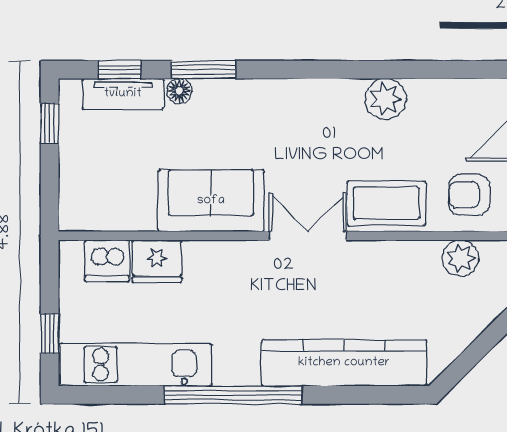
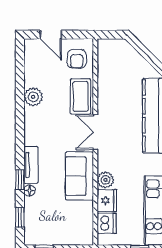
window: (204, 70) -> (20, 179), width x0.67
tv unit: (123, 94) -> (31, 165), moved
plant: (461, 258) -> (105, 180), moved

